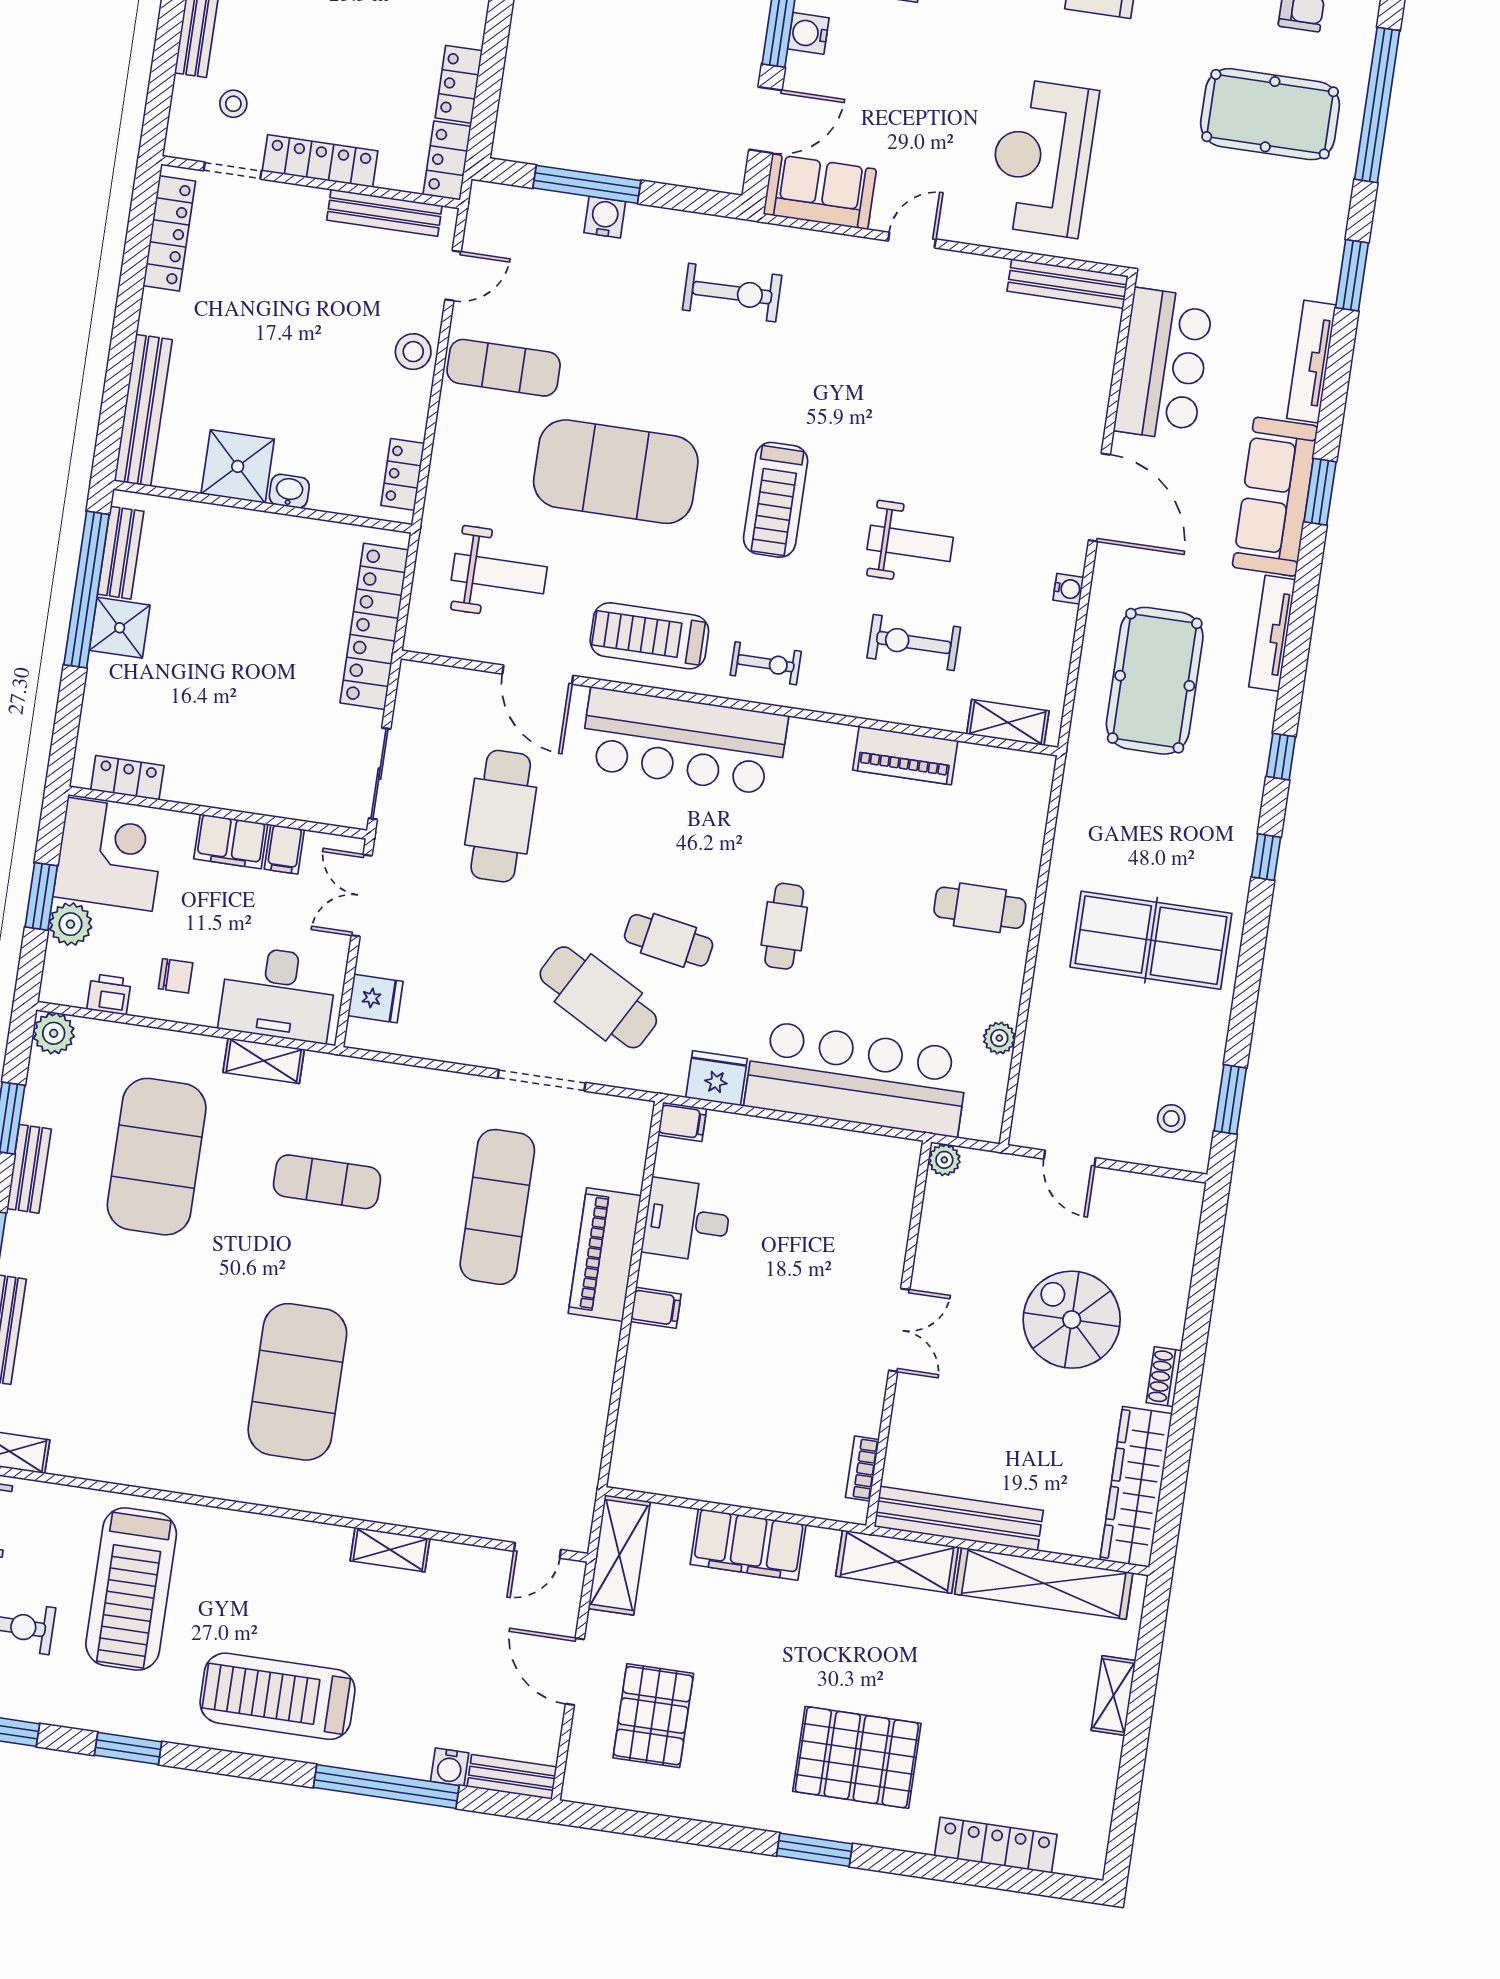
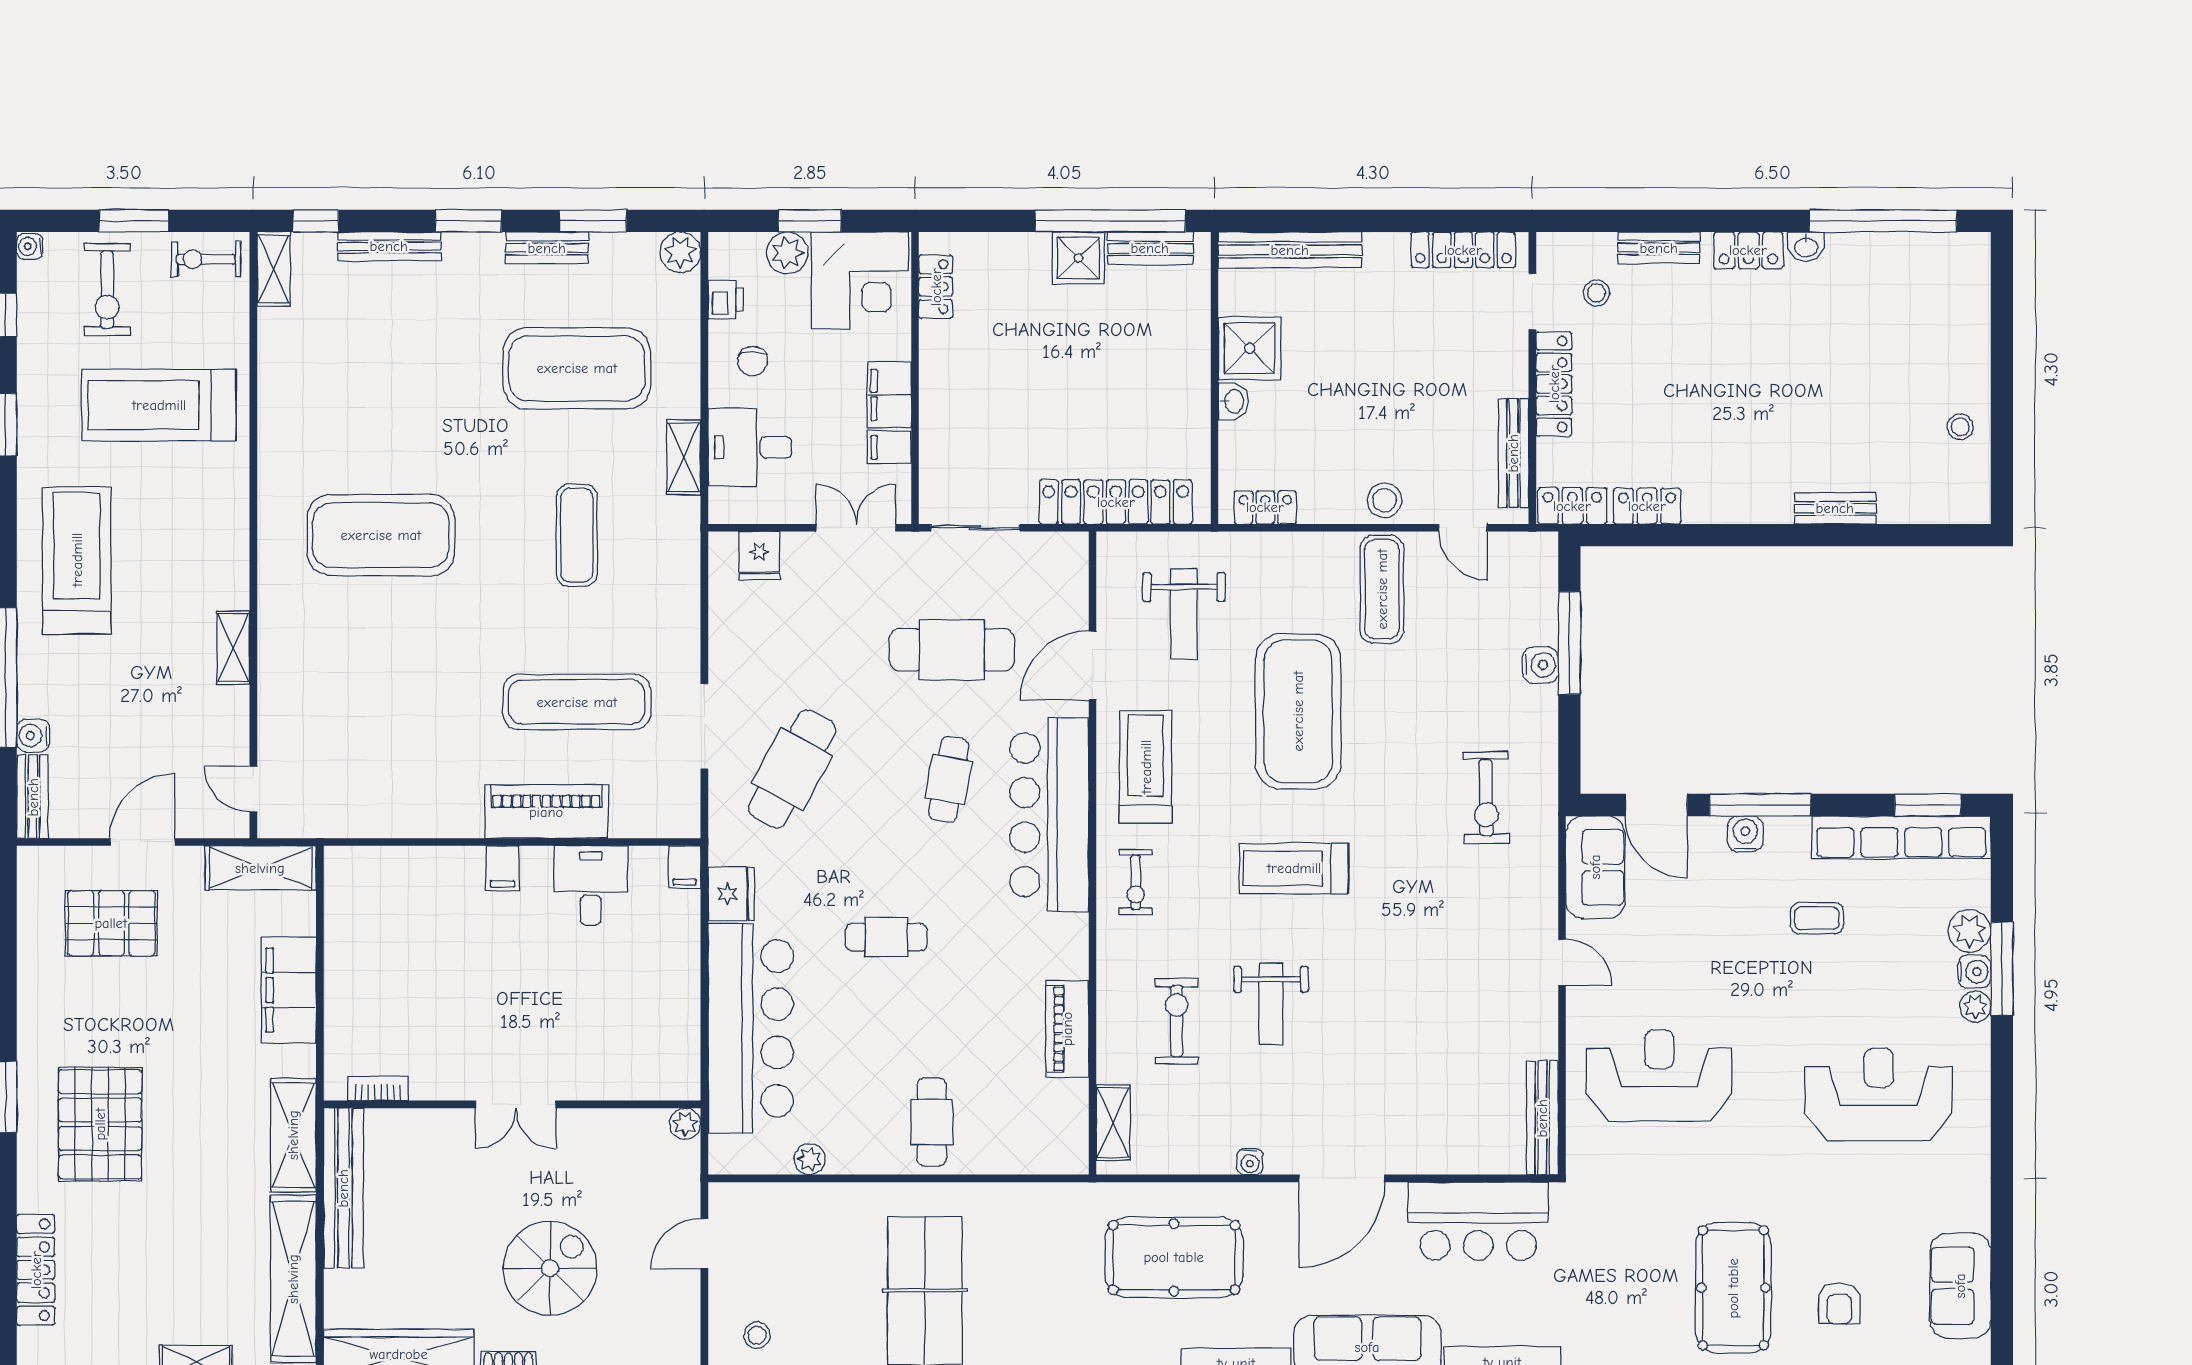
cafe table: (669, 940) -> (949, 780), moved
desk: (278, 994) -> (750, 447), width x0.73

